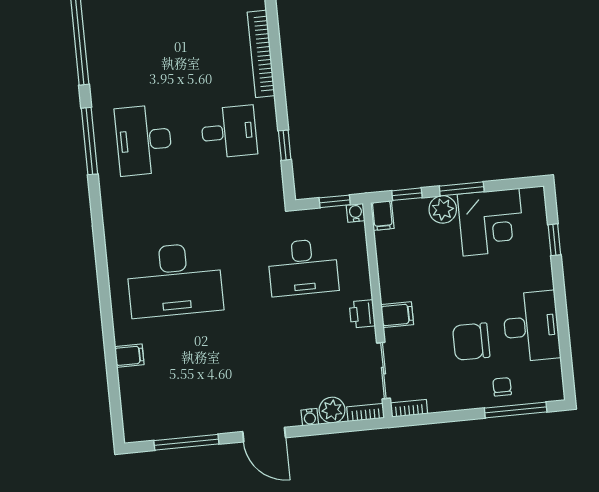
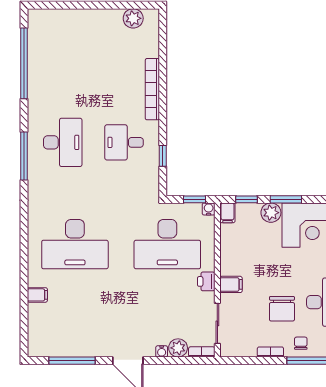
desk: (229, 132) -> (124, 142), turned 180
desk: (144, 140) -> (63, 142), turned 180
window: (89, 141) -> (24, 156), moved
desk: (303, 267) -> (167, 244), width x1.36, depth x1.30
chair: (471, 342) -> (282, 309), turned -90
bookcase: (409, 408) -> (270, 352), moved

